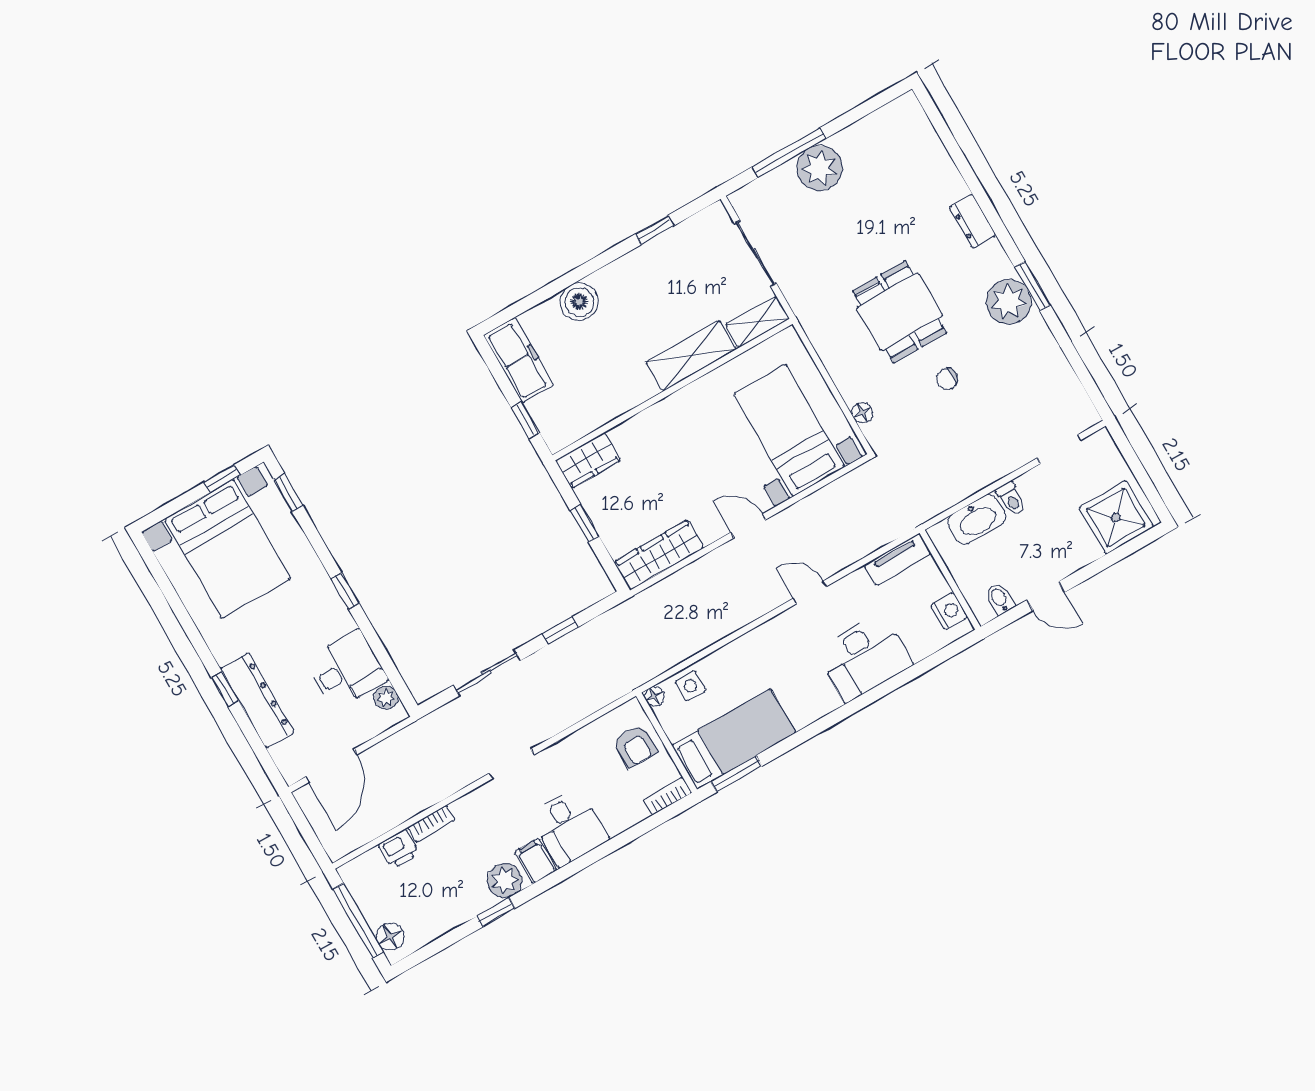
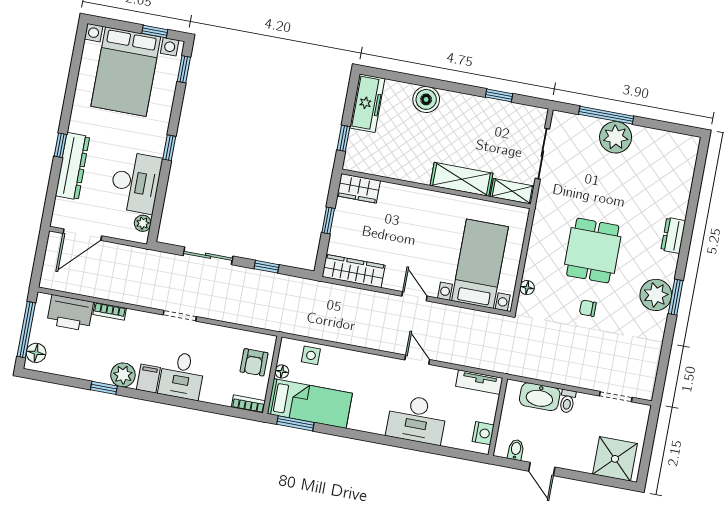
desk: (346, 670) -> (136, 182), width x1.37
floor lamp: (654, 696) -> (282, 371), moved
printer: (399, 849) -> (70, 313), width x1.87, depth x1.48

